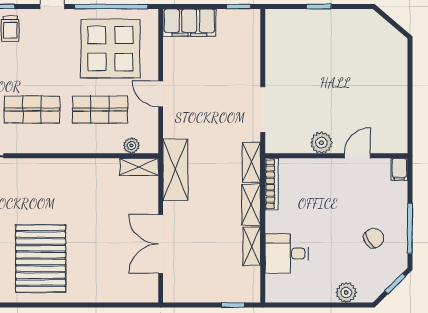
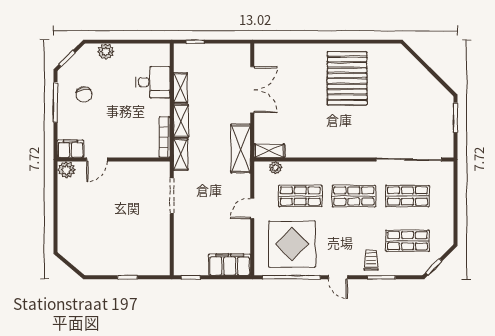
door: (161, 94) -> (252, 208), swing flipped
plant: (321, 143) -> (67, 170), moved
filing cabinet: (399, 169) -> (70, 149), width x2.00
chair: (374, 238) -> (84, 95), turned -67

